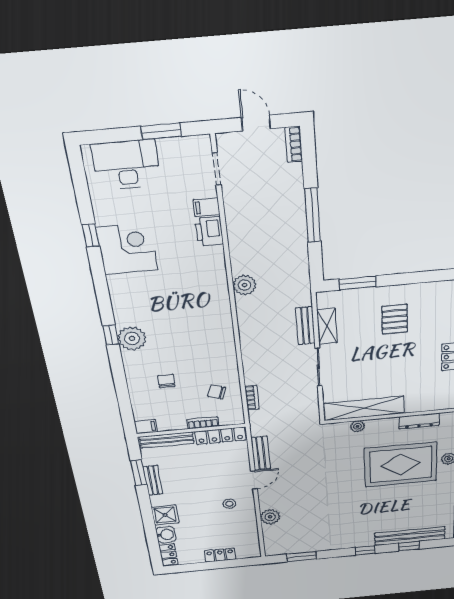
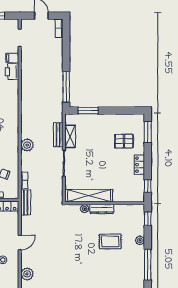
window: (313, 215) -> (66, 87), moved
plant: (244, 285) -> (27, 145), moved
pallet: (395, 319) -> (124, 141), moved, turned 90
dresser: (419, 421) -> (102, 209), moved
bench: (261, 453) -> (26, 202), moved
rug: (401, 465) -> (110, 241), width x0.54, depth x0.49

